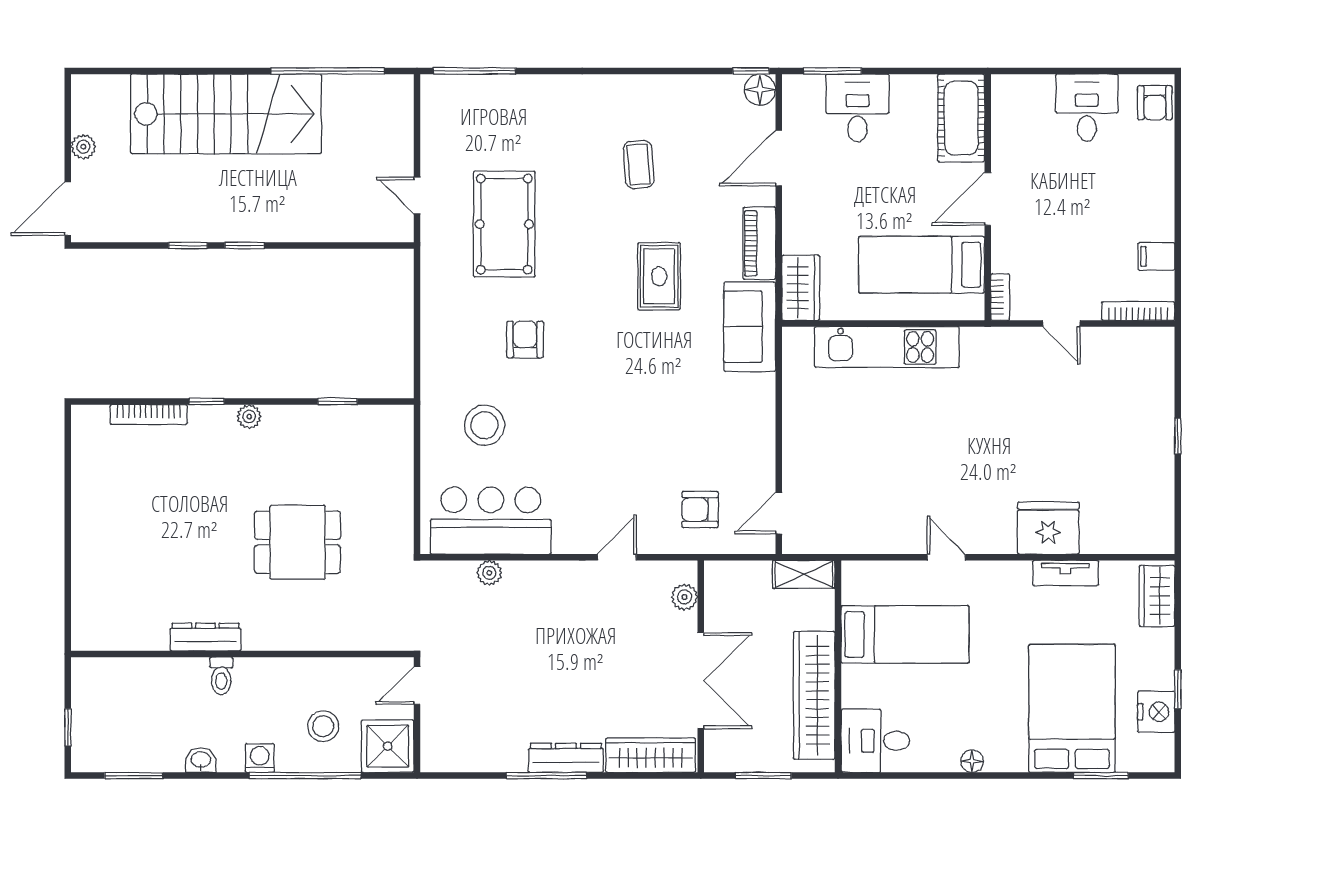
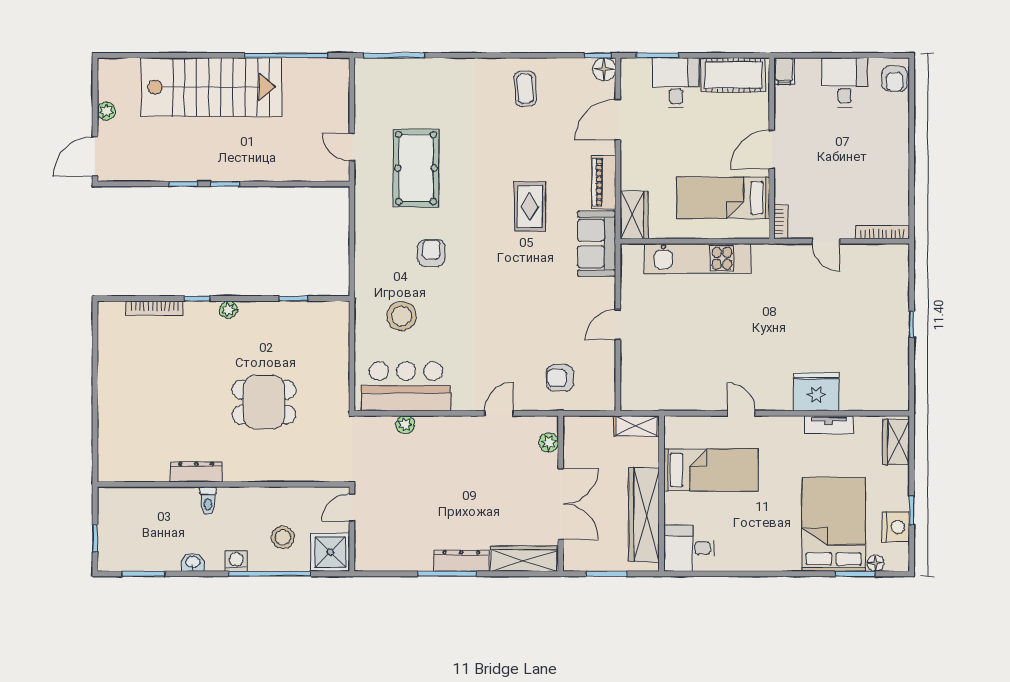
cot: (961, 118) -> (733, 75), moved, turned 90
coffee table: (639, 164) -> (525, 89), moved
filing cabinet: (1156, 256) -> (784, 71), moved, turned -90
door: (779, 513) -> (618, 325), moved
floor lamp: (972, 761) -> (876, 563), moved

